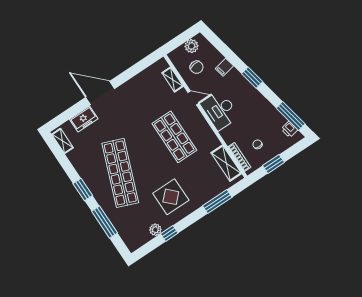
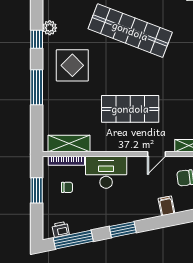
window: (252, 78) -> (123, 230), moved
desk: (220, 110) -> (106, 172), moved
window: (217, 202) -> (37, 87), moved

